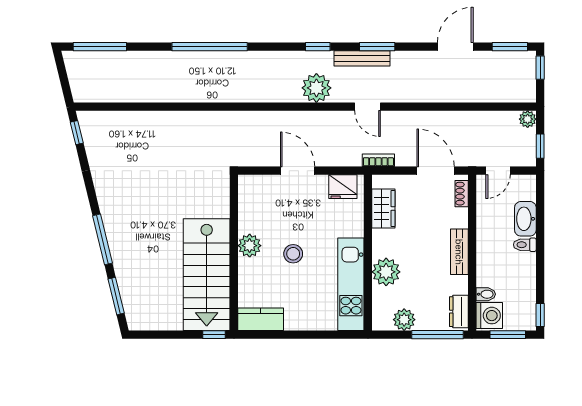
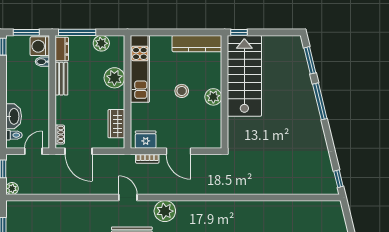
bookcase: (378, 160) -> (147, 159), moved
toilet: (525, 245) -> (14, 135), moved
bench: (459, 252) -> (61, 79), moved
kitchen counter: (261, 319) -> (197, 44), width x1.50

